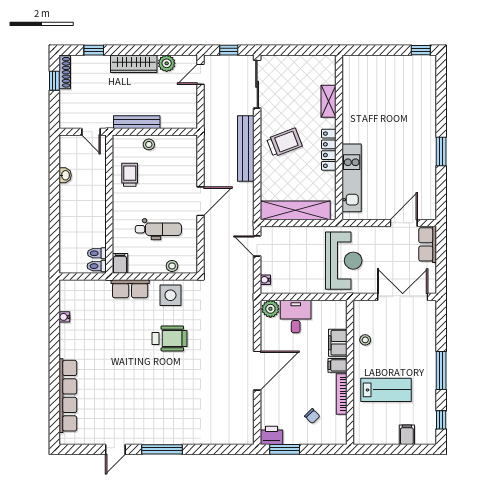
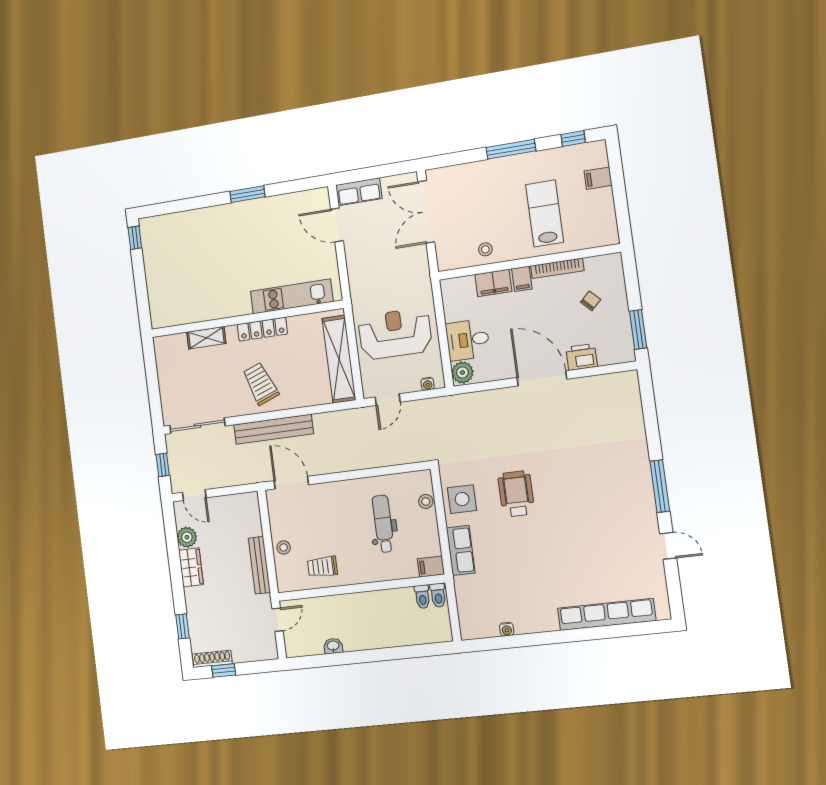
wardrobe: (134, 64) -> (191, 567), width x0.67
door: (201, 201) -> (291, 483), moved
reception desk: (344, 261) -> (395, 334), moved
printer: (271, 435) -> (582, 357), moved, turned 90

